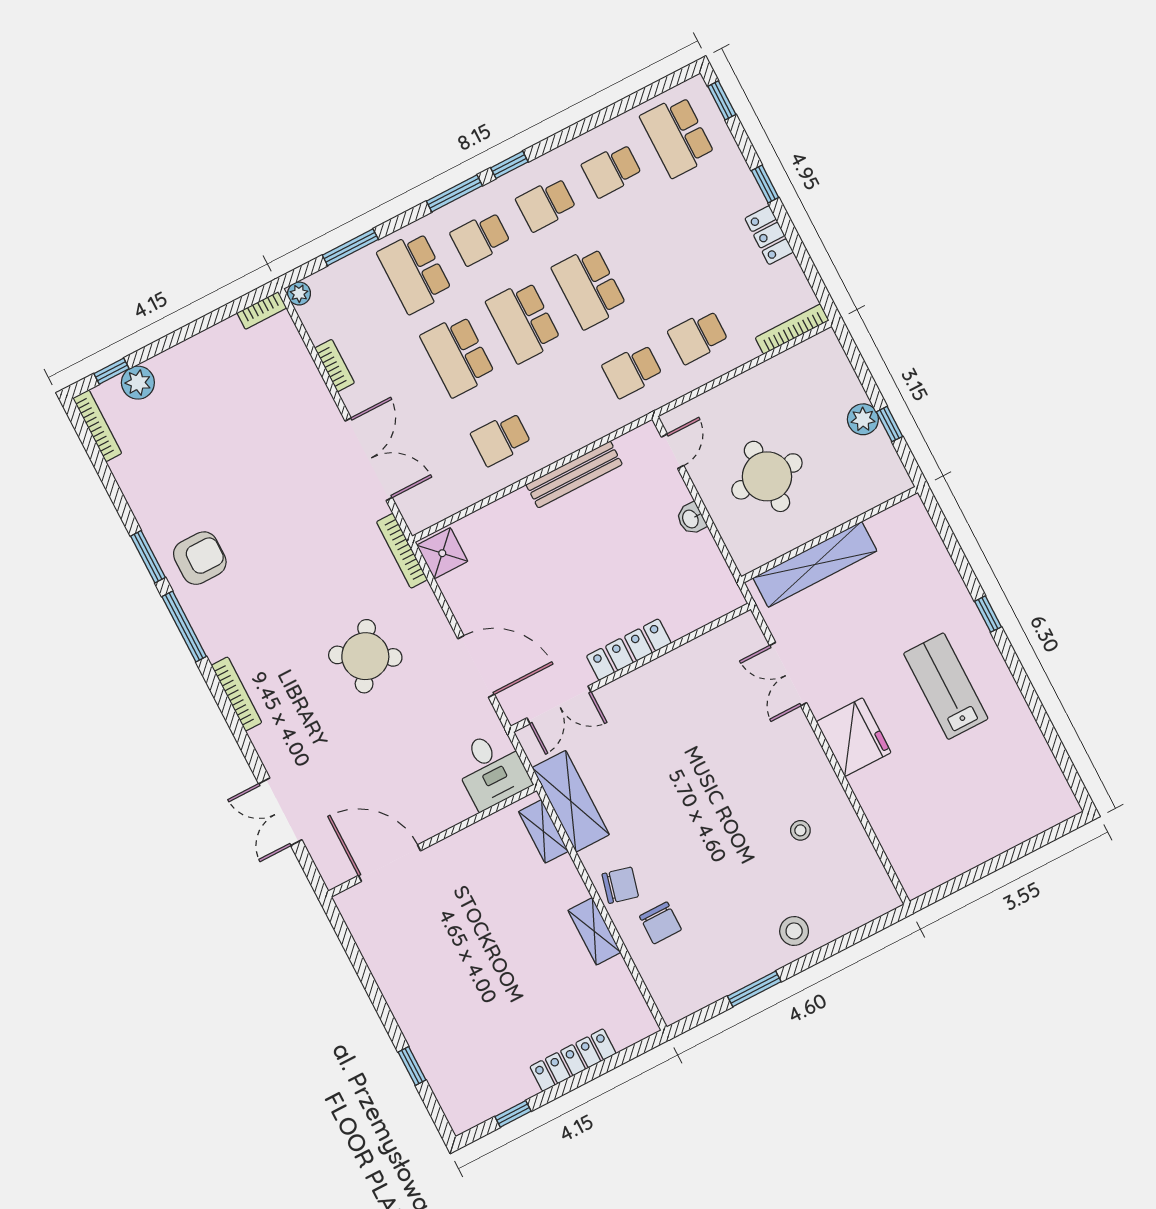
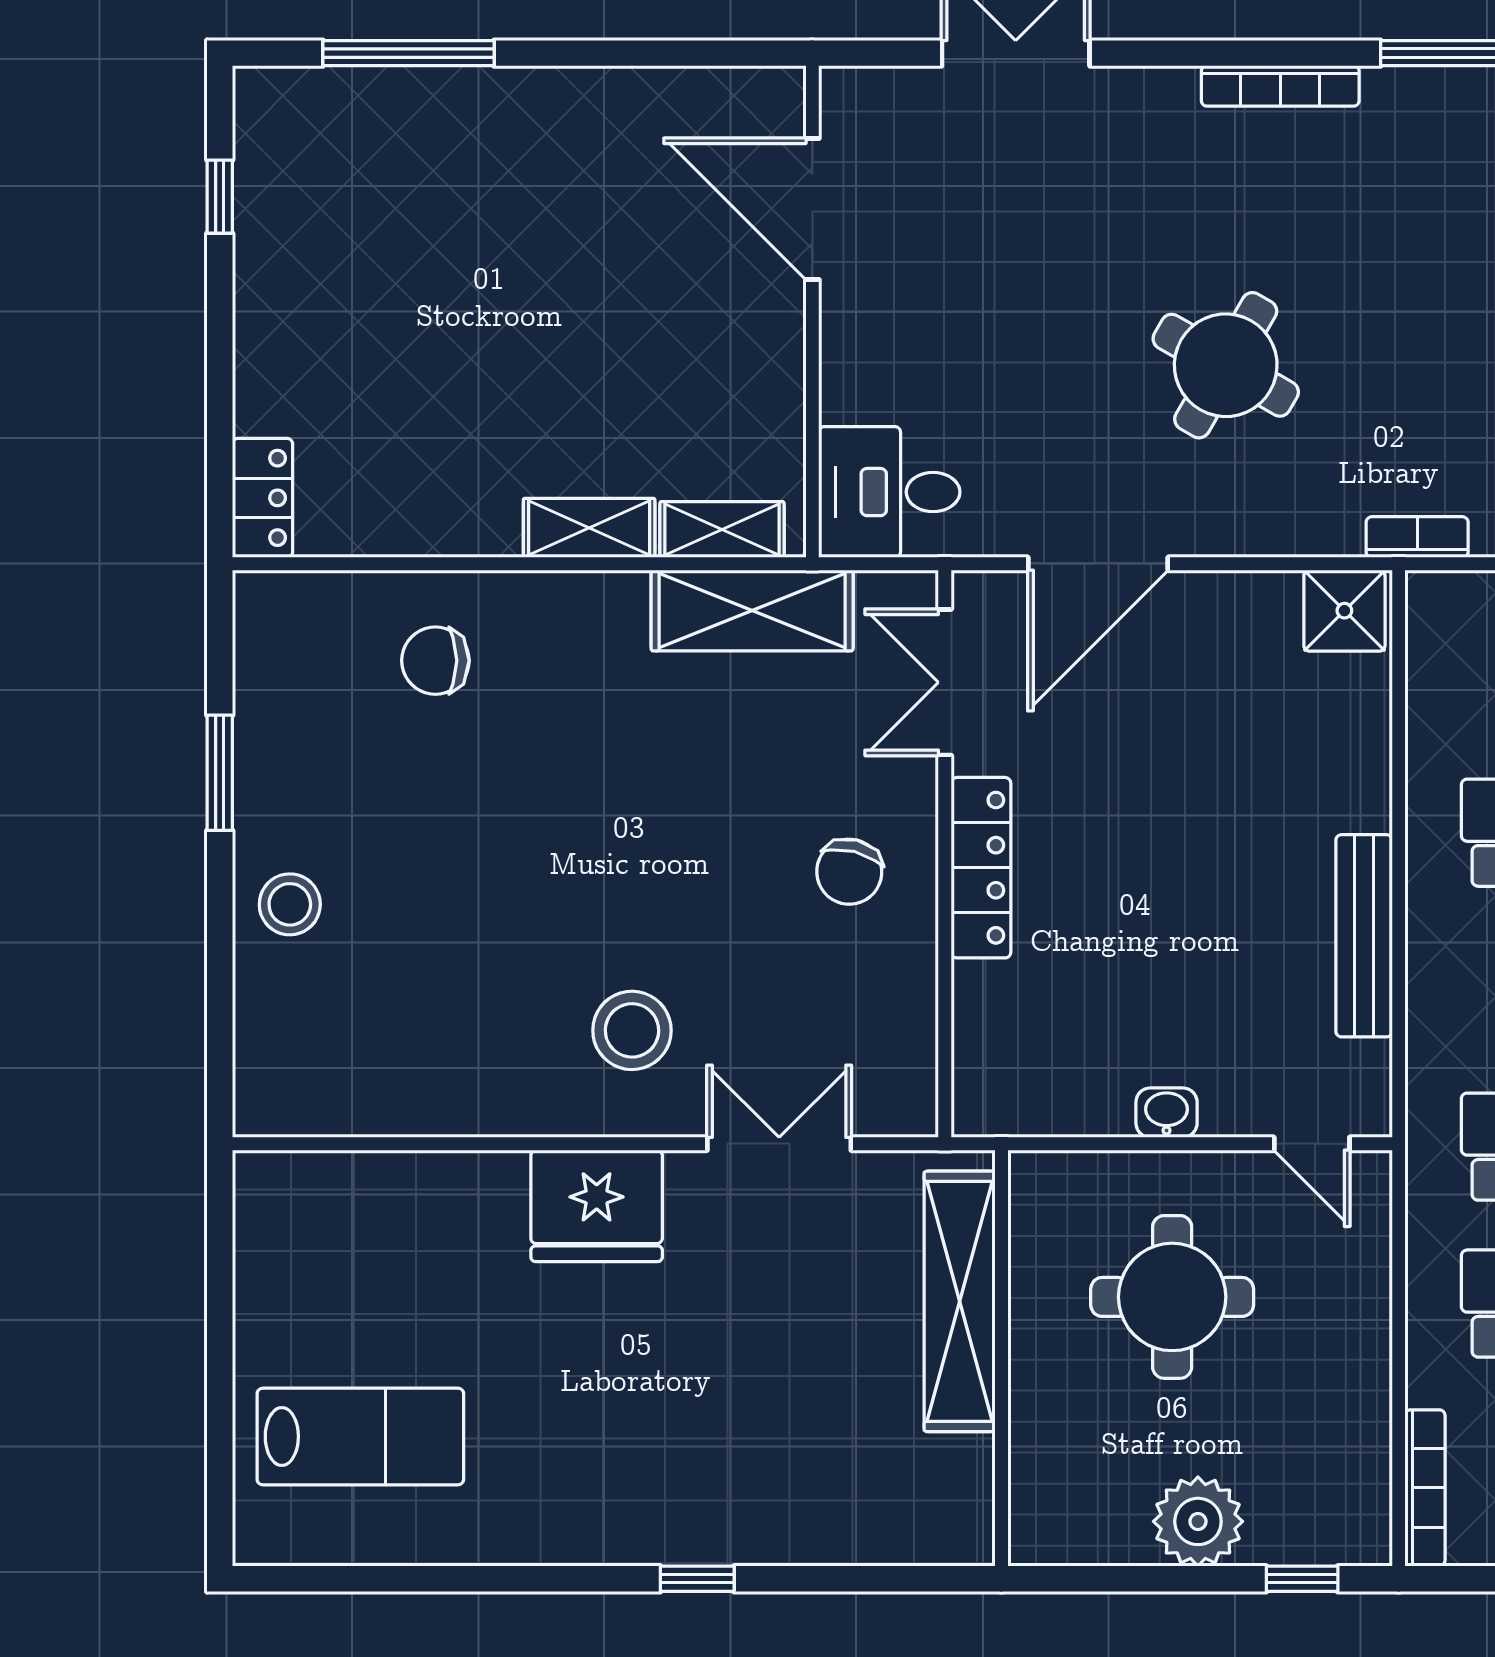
plant: (863, 419) -> (1198, 1521), width x1.36, depth x1.36
window: (890, 424) -> (1302, 1579), moved
bookcase: (402, 551) -> (1417, 537), width x0.64
lab bench: (946, 686) -> (360, 1436), moved
stool: (800, 830) -> (632, 1030), moved, width x1.89, depth x1.89
door: (390, 863) -> (812, 209), swing flipped
chair: (620, 885) -> (849, 872), moved
shelving: (594, 931) -> (589, 528), moved
locker: (573, 1060) -> (262, 498), moved, width x0.66
window: (412, 1066) -> (408, 53), width x2.17

